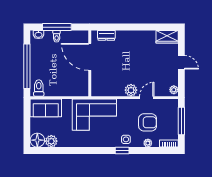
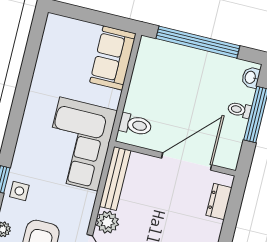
toilet: (39, 88) -> (135, 125), moved
bench: (108, 92) -> (115, 178), added
floor lamp: (37, 140) -> (58, 28), removed
plant: (51, 141) -> (50, 53), removed

